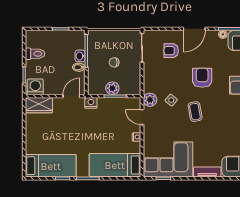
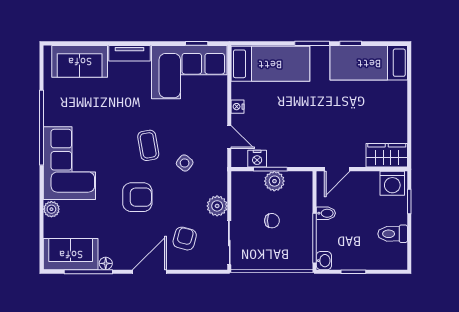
armchair: (171, 51) -> (185, 239), turned -75
washbasin: (80, 56) -> (324, 261), moved
armchair: (202, 78) -> (137, 197), turned -90
plant: (150, 100) -> (217, 206), moved
nightstand: (91, 103) -> (257, 159), moved

